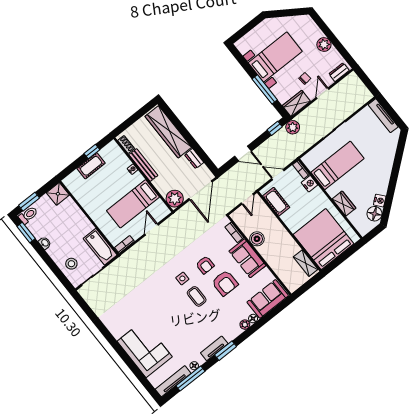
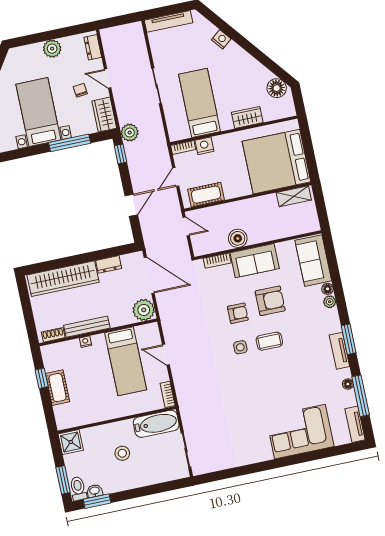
nightstand: (380, 201) -> (221, 39), moved
washbasin: (45, 243) -> (95, 491), moved
stool: (71, 264) -> (122, 453), moved
tv unit: (173, 381) -> (355, 424), width x0.71

